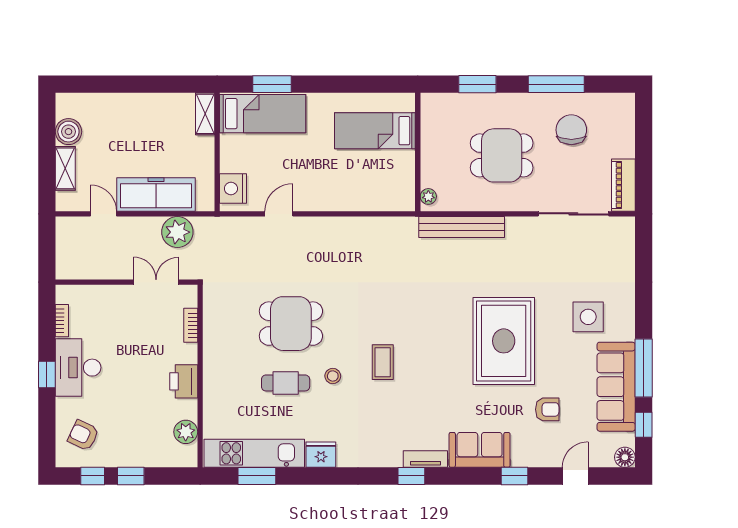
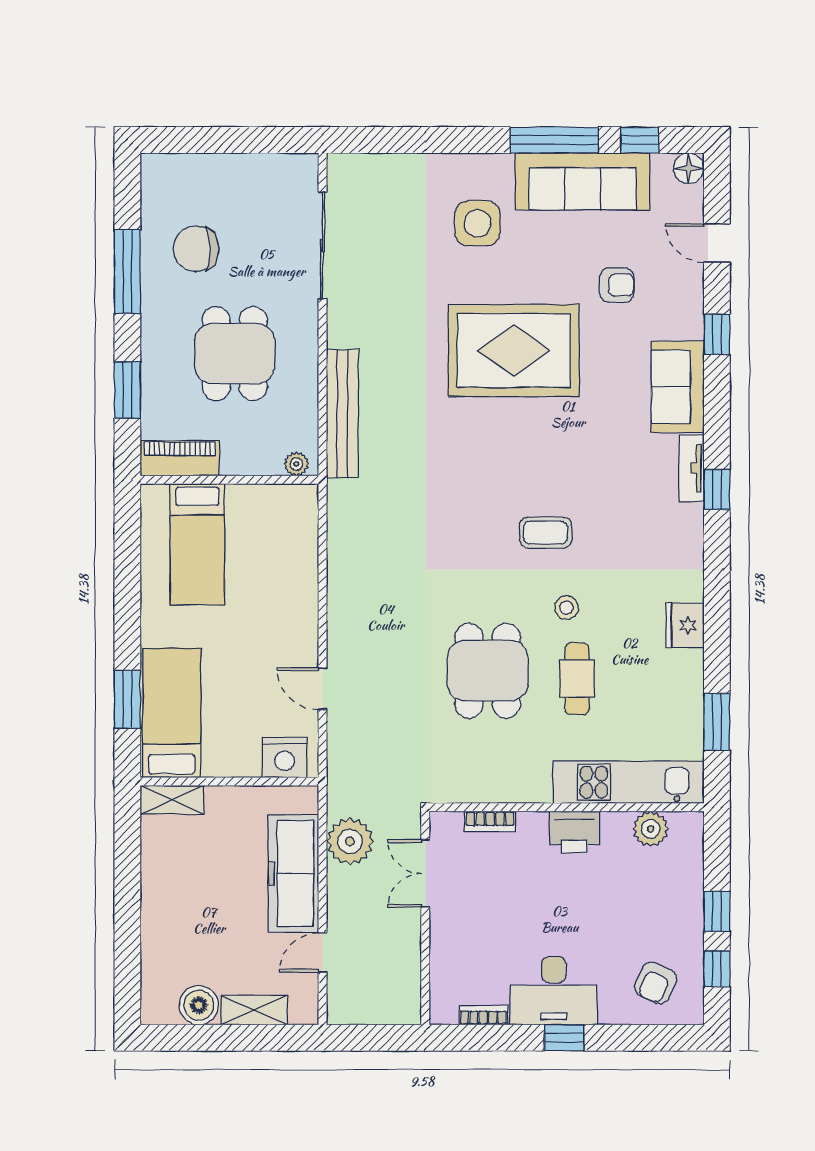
piano: (623, 185) -> (180, 458), moved, turned 180
armchair: (547, 409) -> (617, 285), turned 90
kitchen unit: (254, 453) -> (629, 782), moved, turned 90

